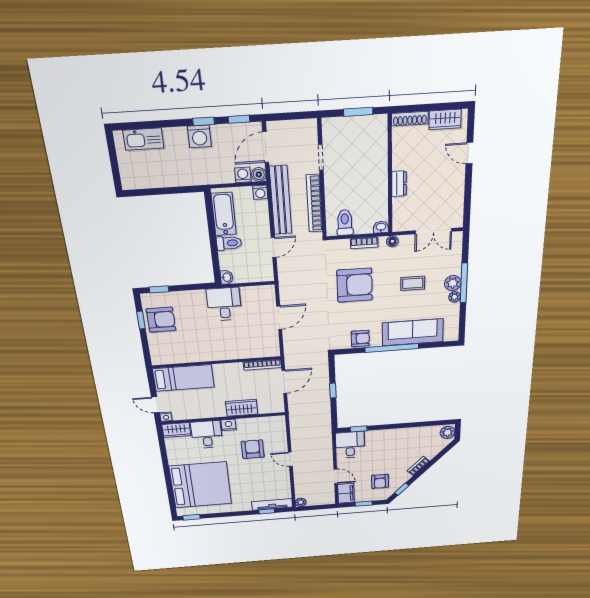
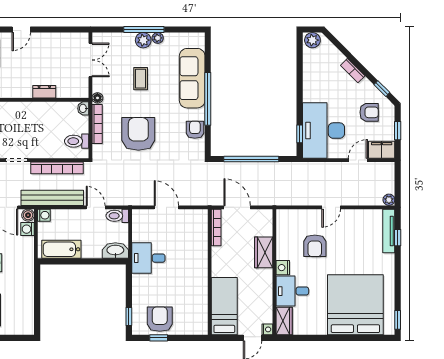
toilet: (229, 243) -> (117, 216), moved, turned -90
bookcase: (364, 243) -> (97, 124), width x1.56
washbasin: (227, 277) -> (115, 251), width x1.91, depth x1.45
window: (333, 390) -> (251, 159), width x3.17
desk: (350, 445) -> (323, 131), width x1.87, depth x1.30
armchair: (253, 449) -> (315, 246), turned -90

